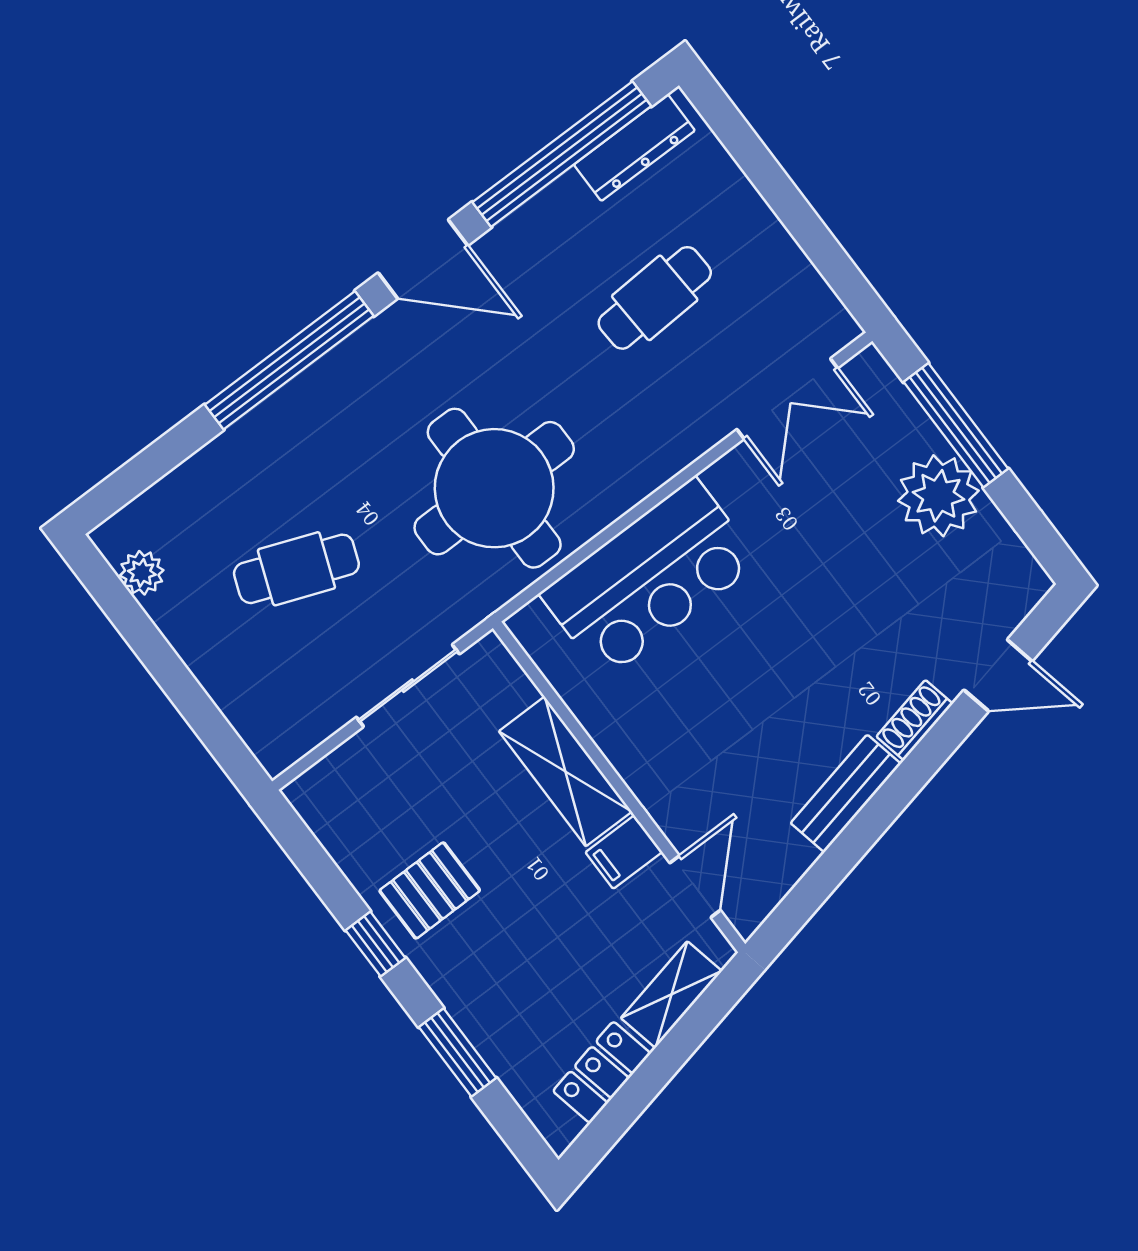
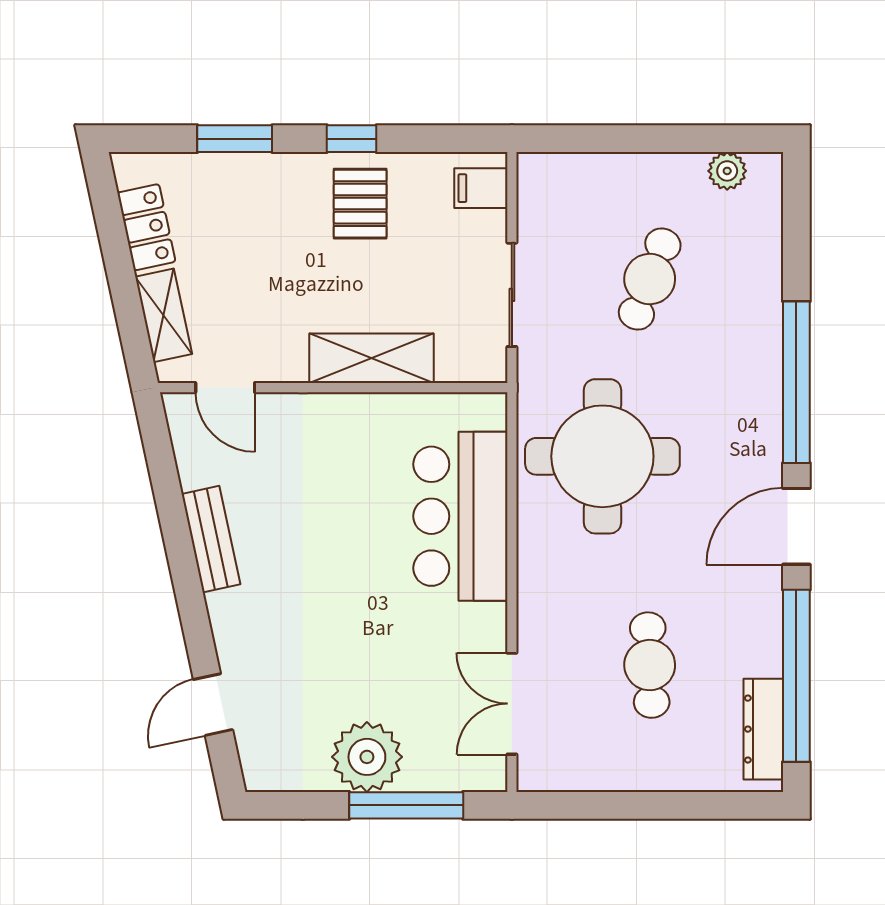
shoe rack: (915, 720) -> (226, 624), removed
filing cabinet: (624, 852) -> (481, 188), moved, turned -90

